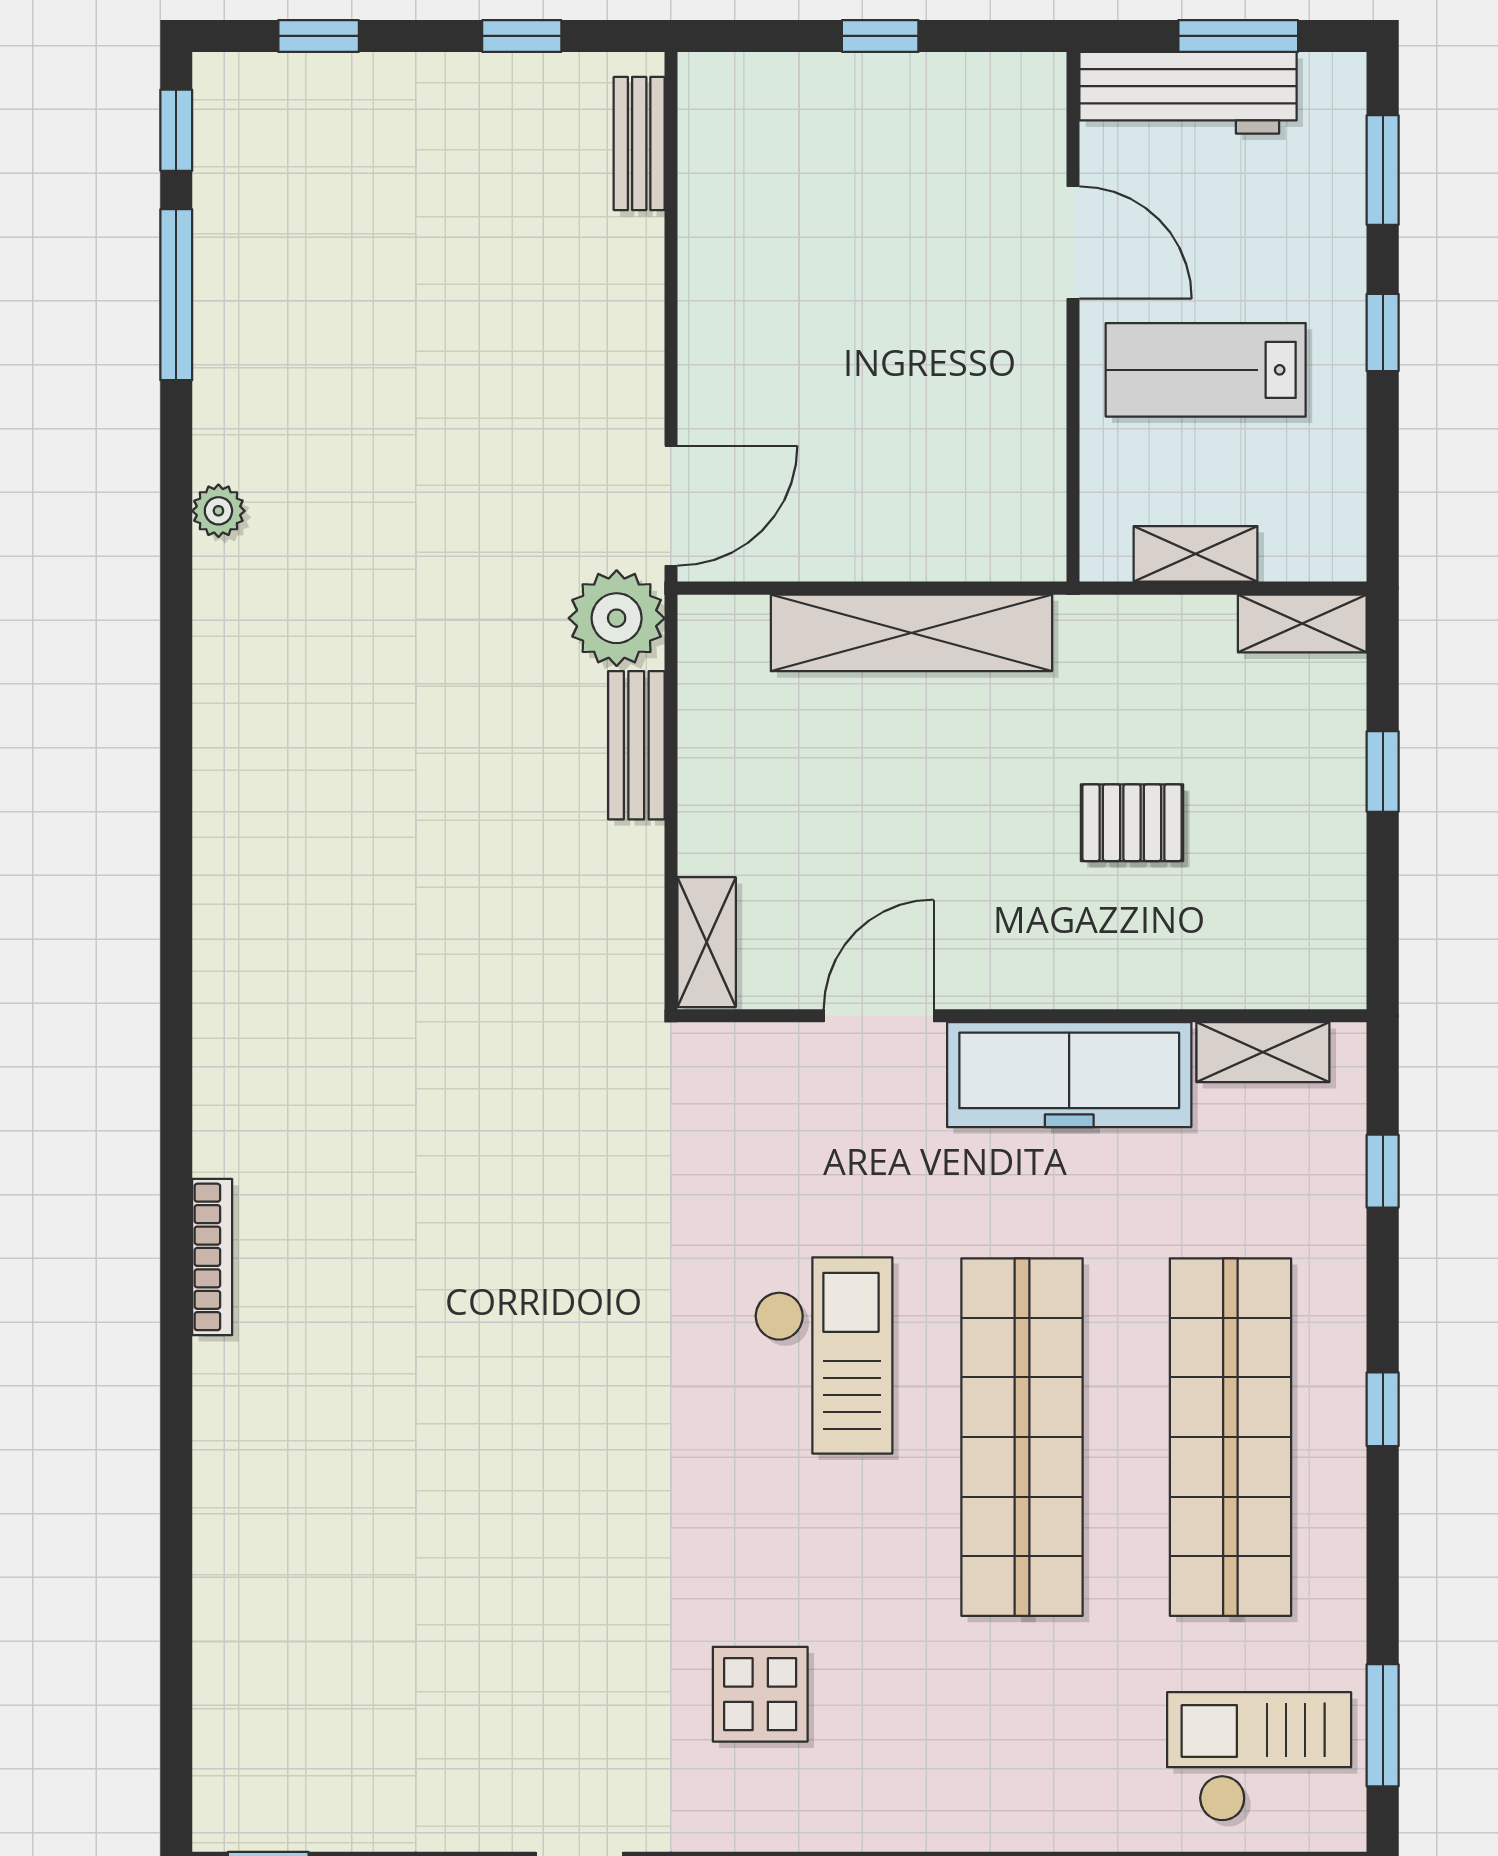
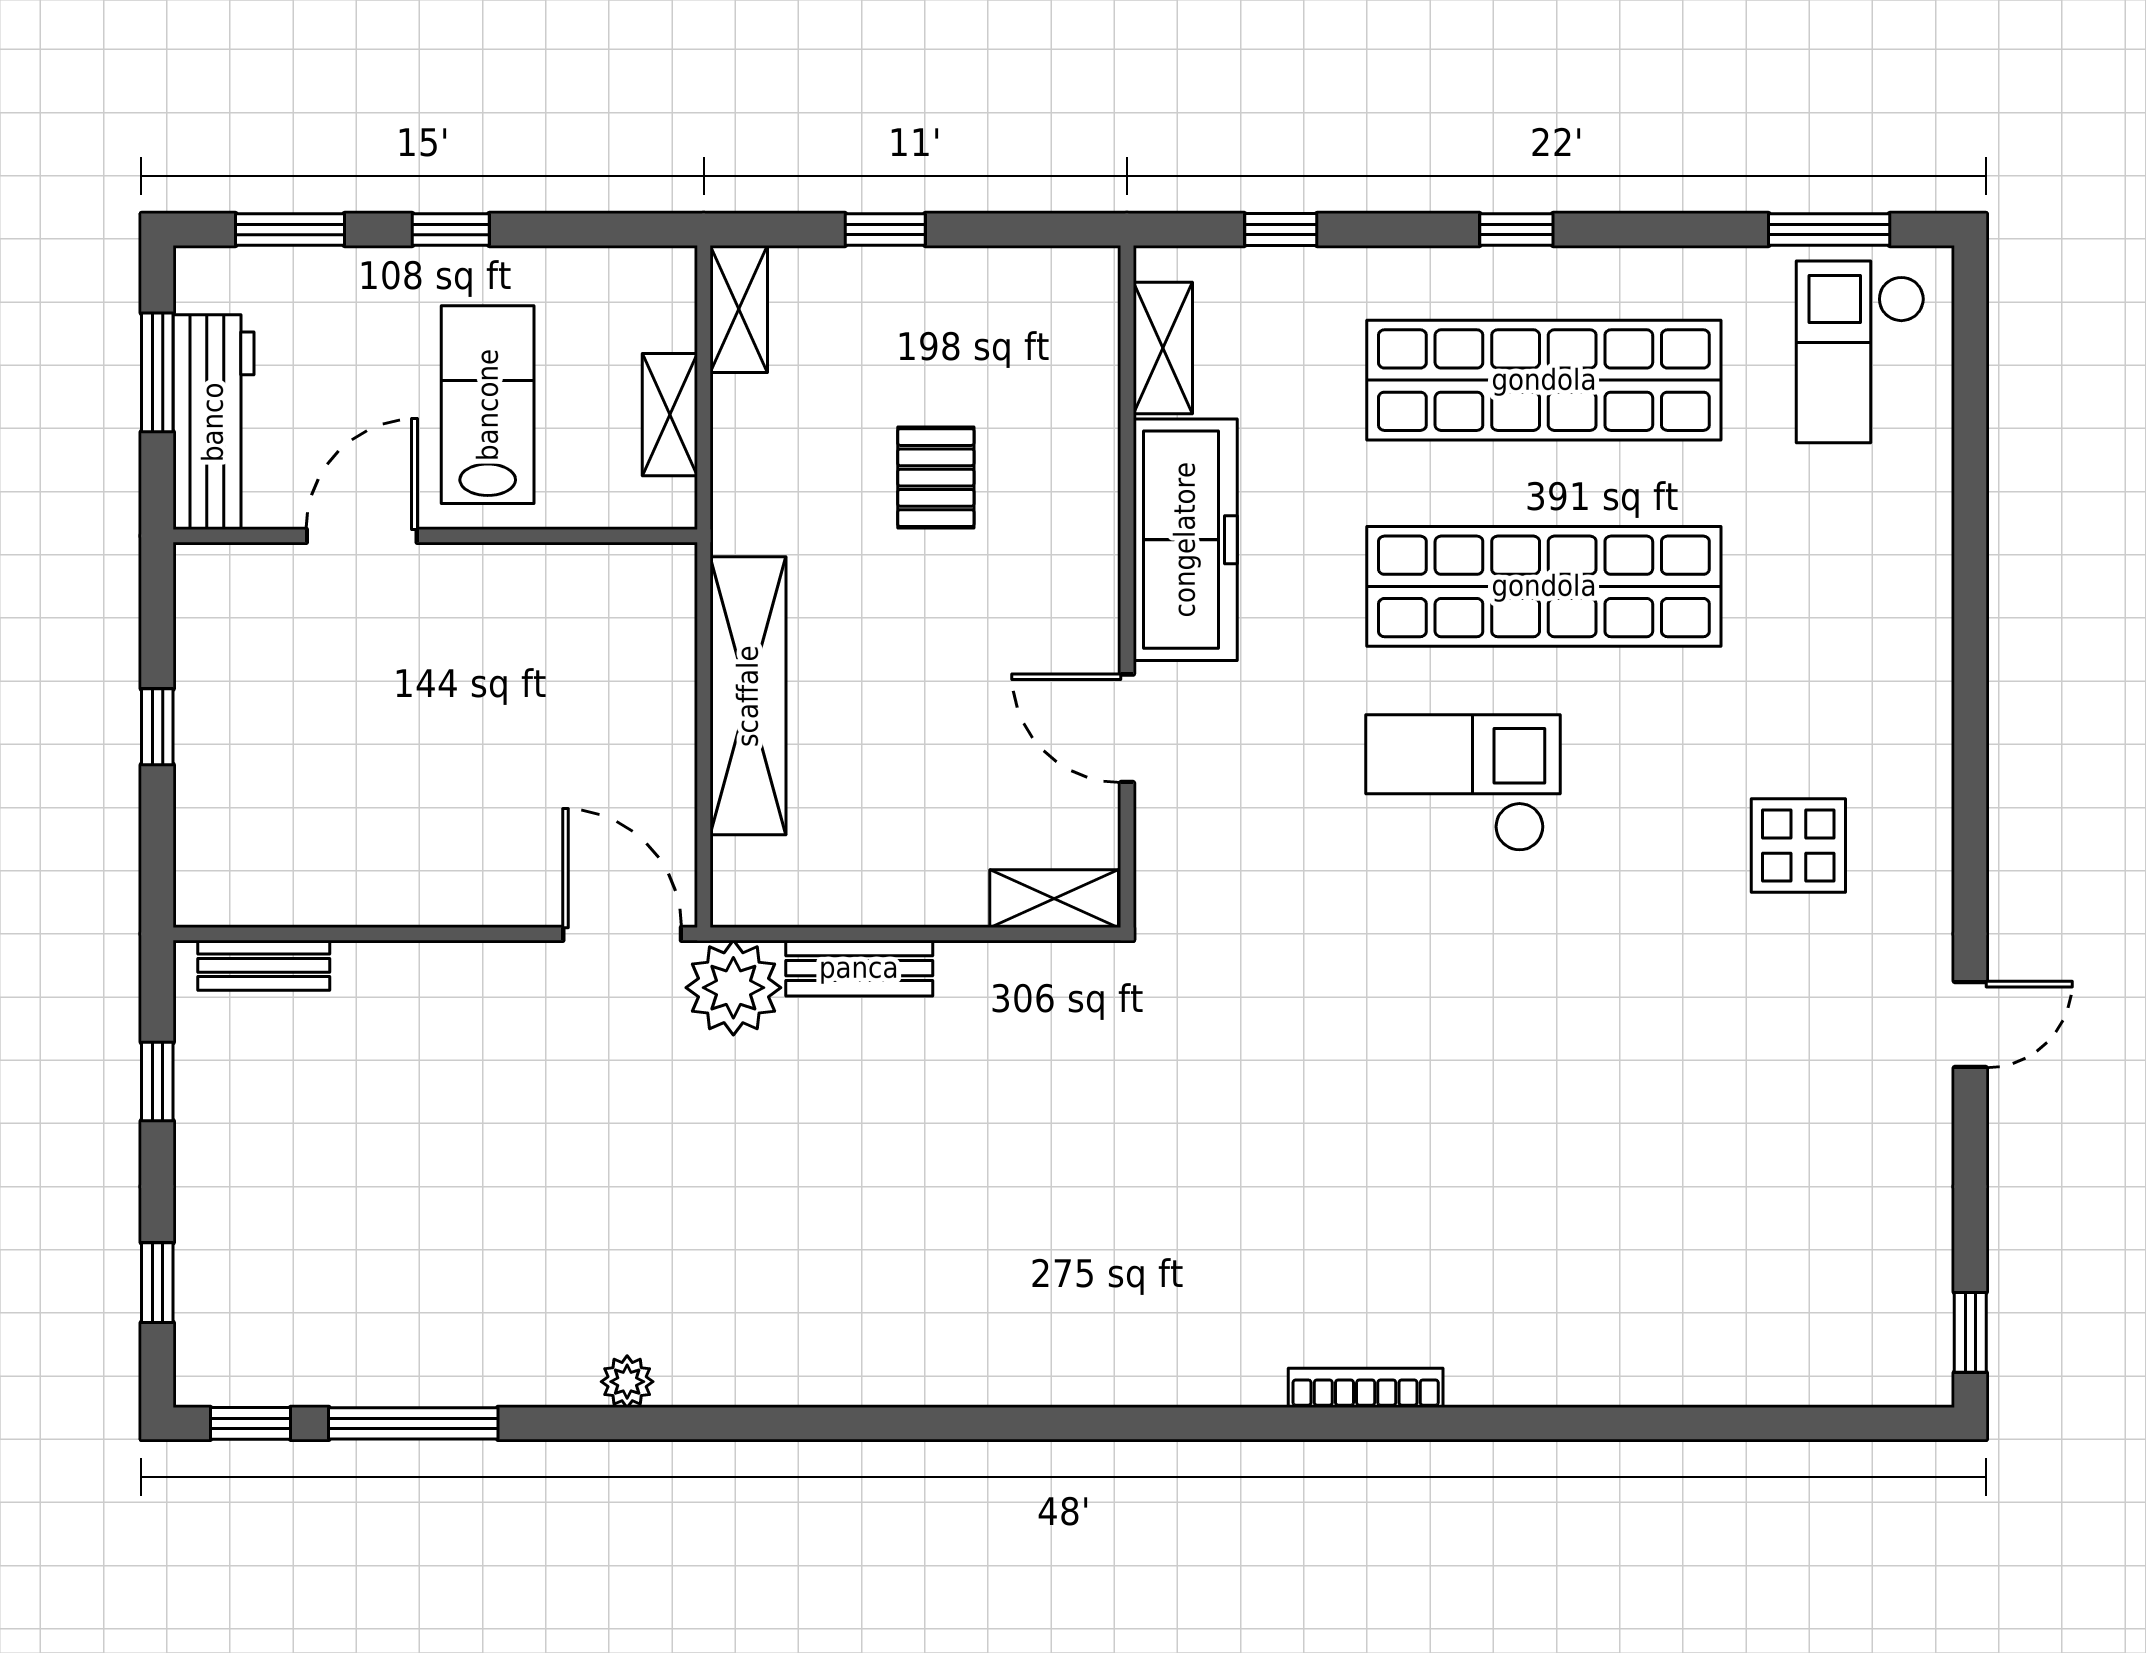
lab bench: (1206, 370) -> (488, 405), turned 180

